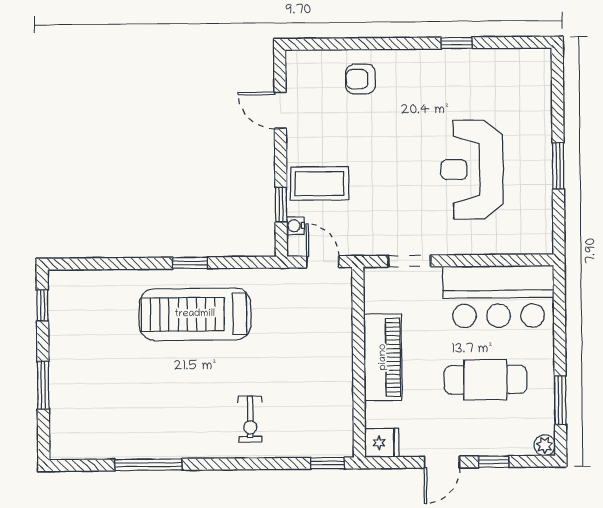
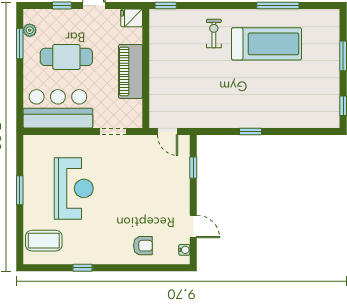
coffee table: (320, 184) -> (44, 241), moved
water cooler: (295, 226) -> (184, 250), moved
treadmill: (195, 314) -> (267, 44), moved
plant: (545, 445) -> (30, 30), moved

